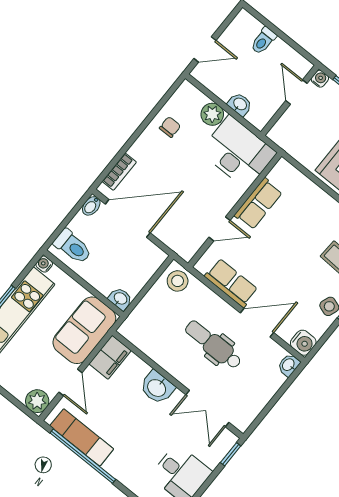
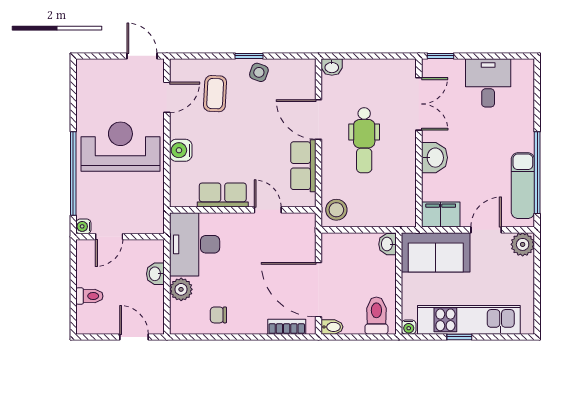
water cooler: (303, 343) -> (181, 150), moved, turned -90

